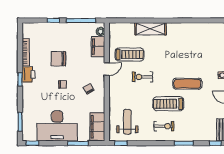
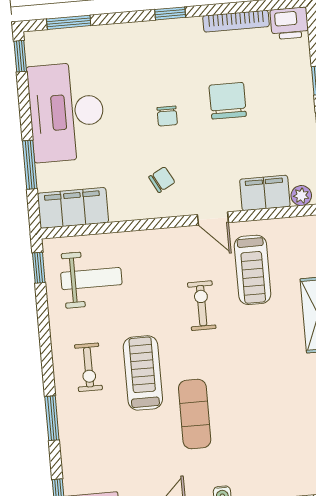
printer: (28, 74) -> (289, 23), moved

